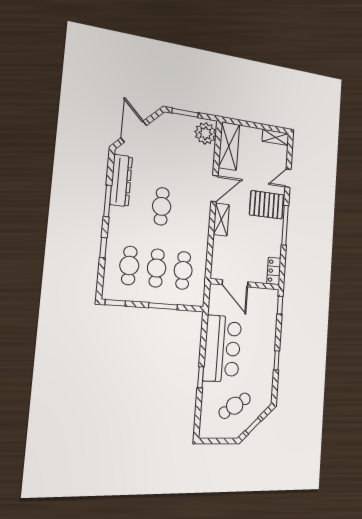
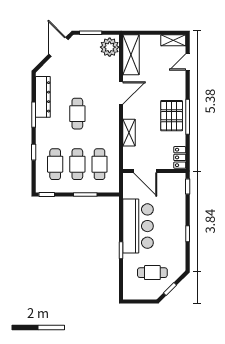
door: (134, 132) -> (58, 47), moved
door: (288, 178) -> (188, 62), moved
pallet: (267, 205) -> (172, 116), moved, turned 90
shelving: (221, 220) -> (129, 133), moved
cafe table: (235, 406) -> (152, 273), turned 34

